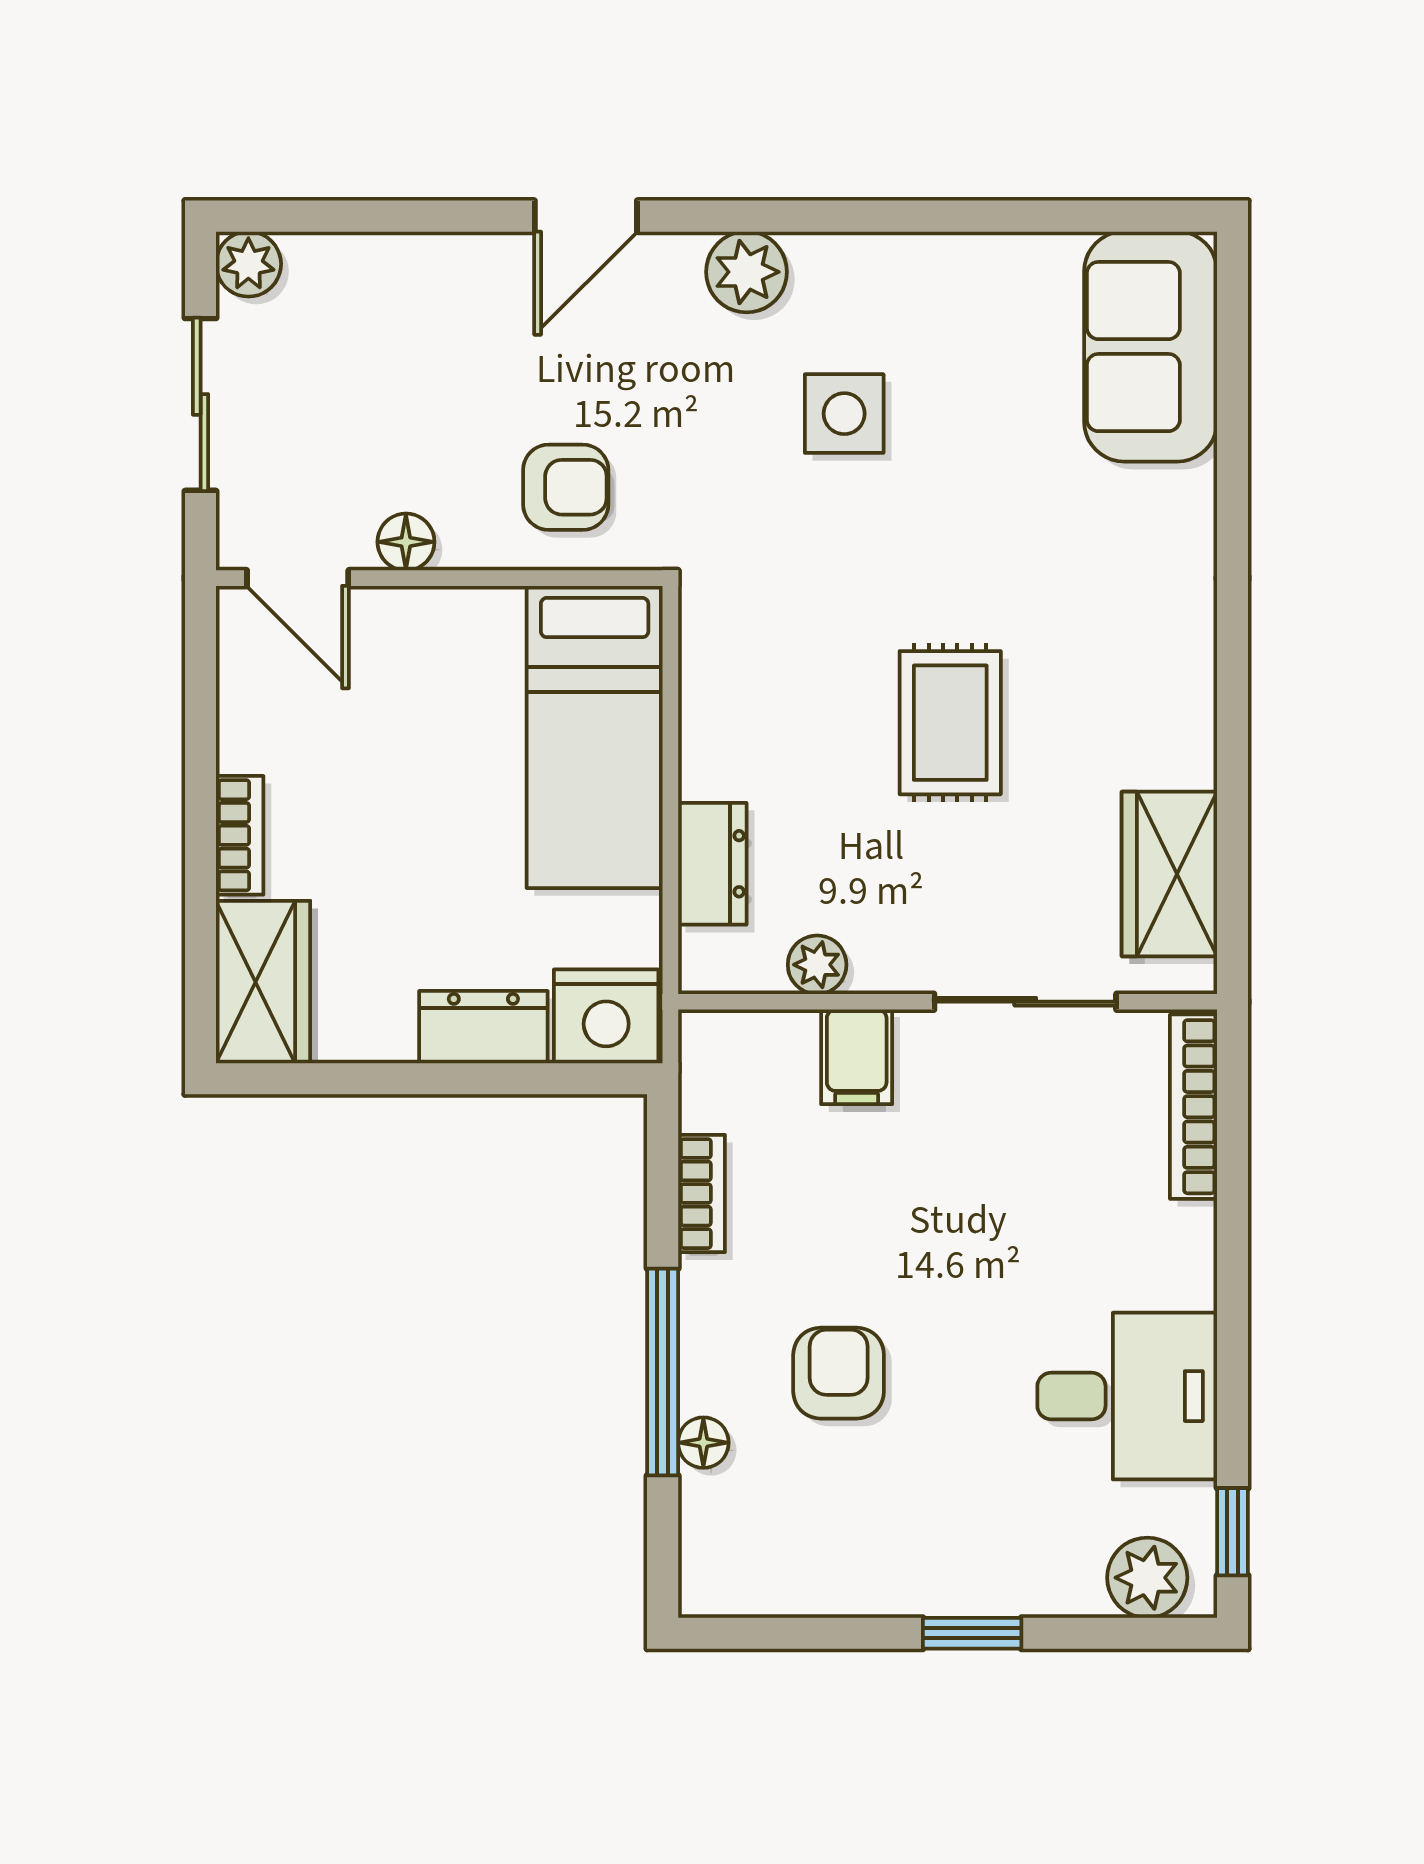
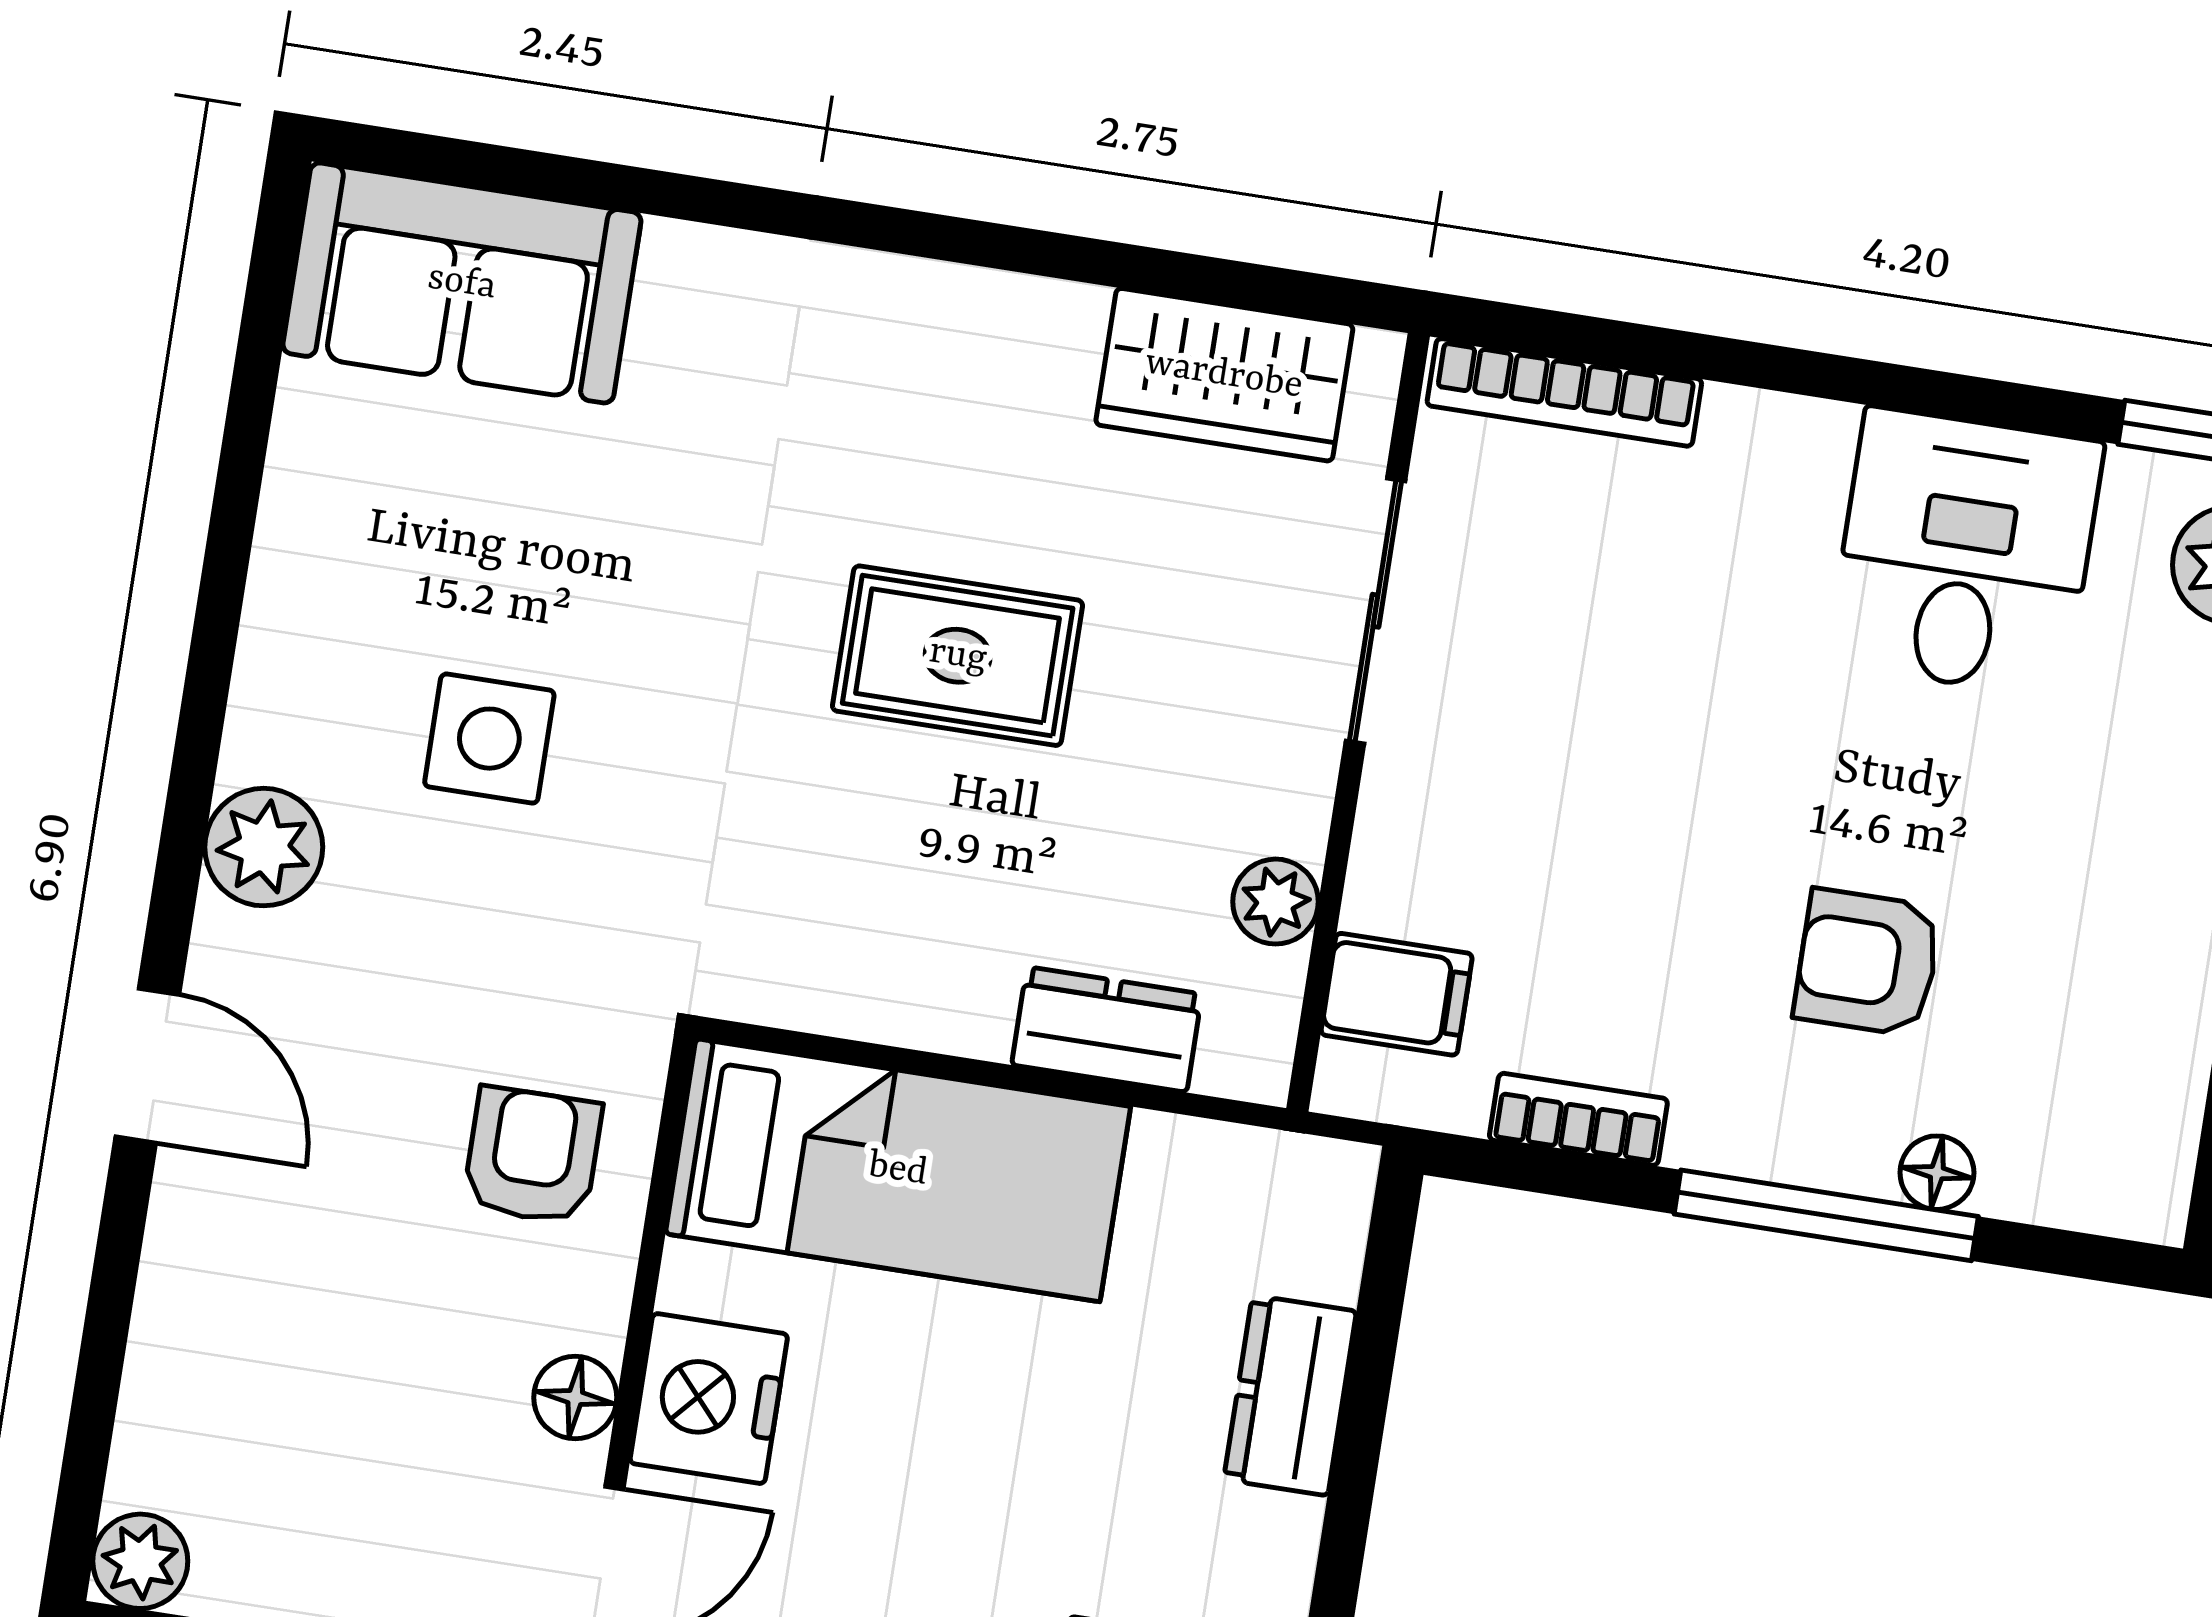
nightstand: (606, 1016) -> (709, 1399), moved, turned 180
filing cabinet: (857, 1057) -> (1397, 994), moved

